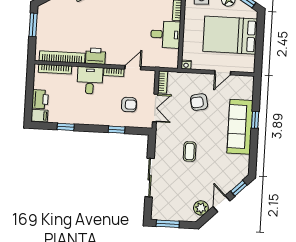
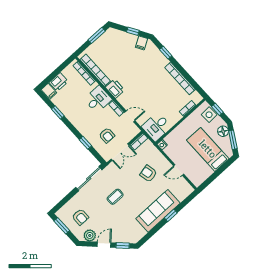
desk: (165, 34) -> (157, 127), moved, turned 90
bed: (230, 35) -> (208, 149), width x0.67
sliding door: (150, 178) -> (89, 179), moved
armchair: (177, 200) -> (80, 217), added

